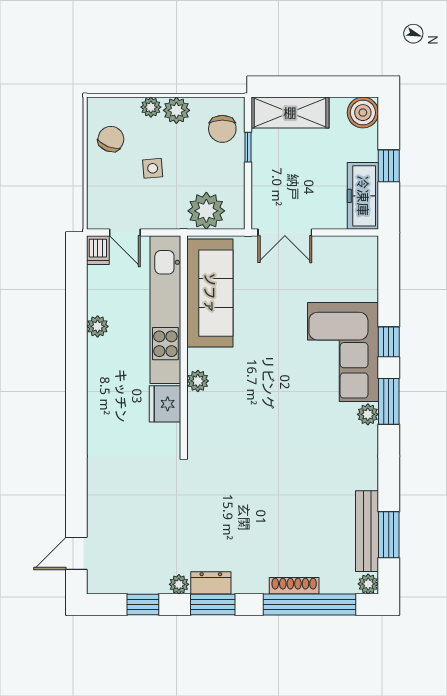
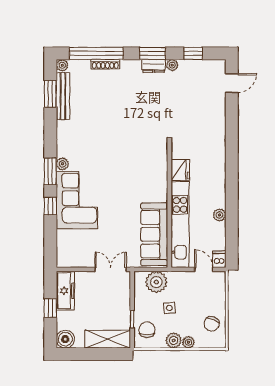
side table: (153, 168) -> (169, 308), moved
plant: (198, 381) -> (161, 183), removed

